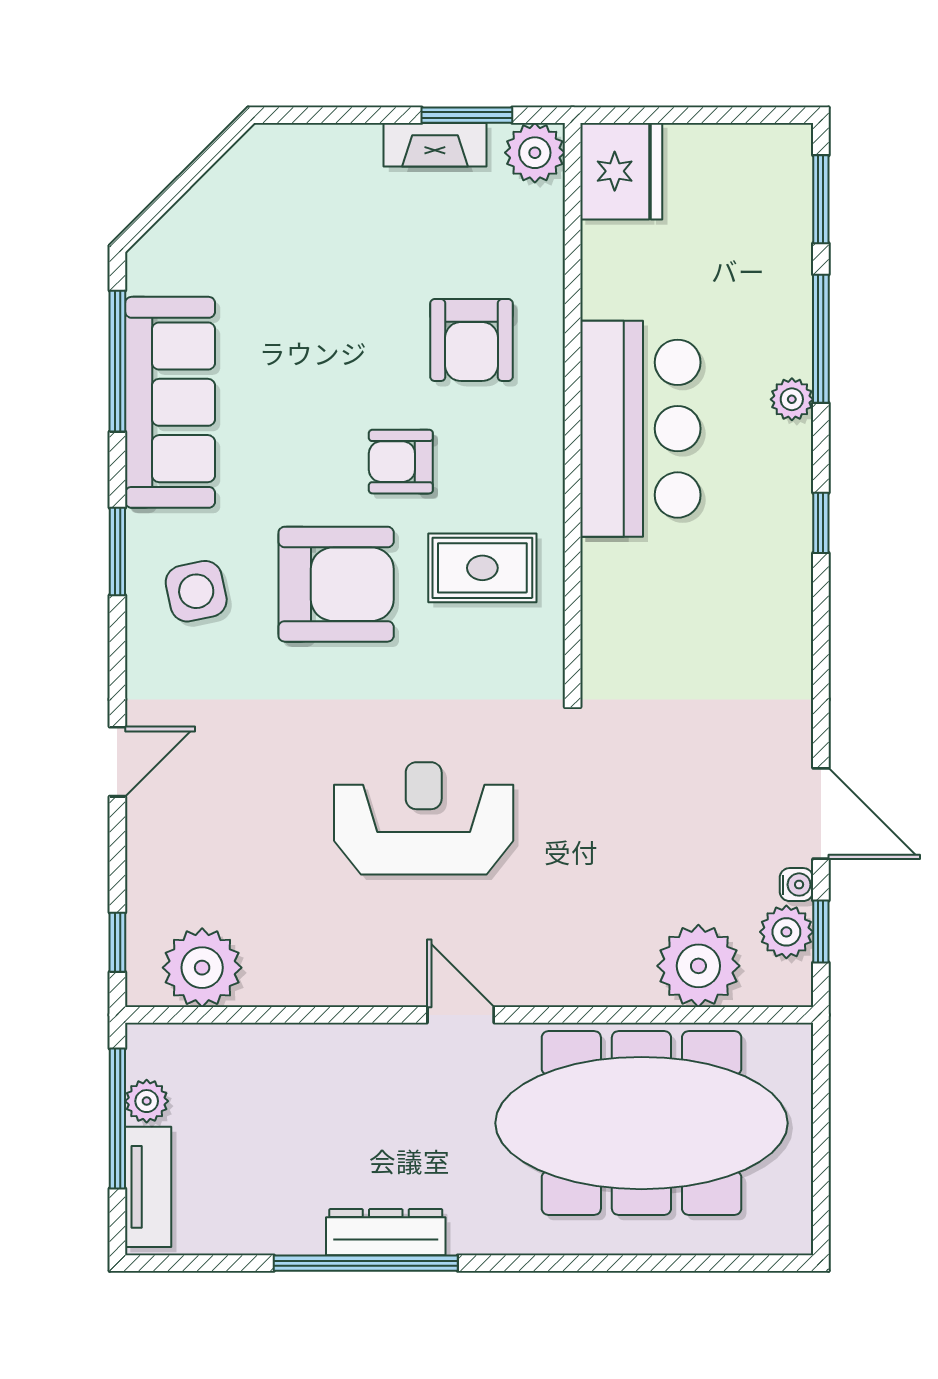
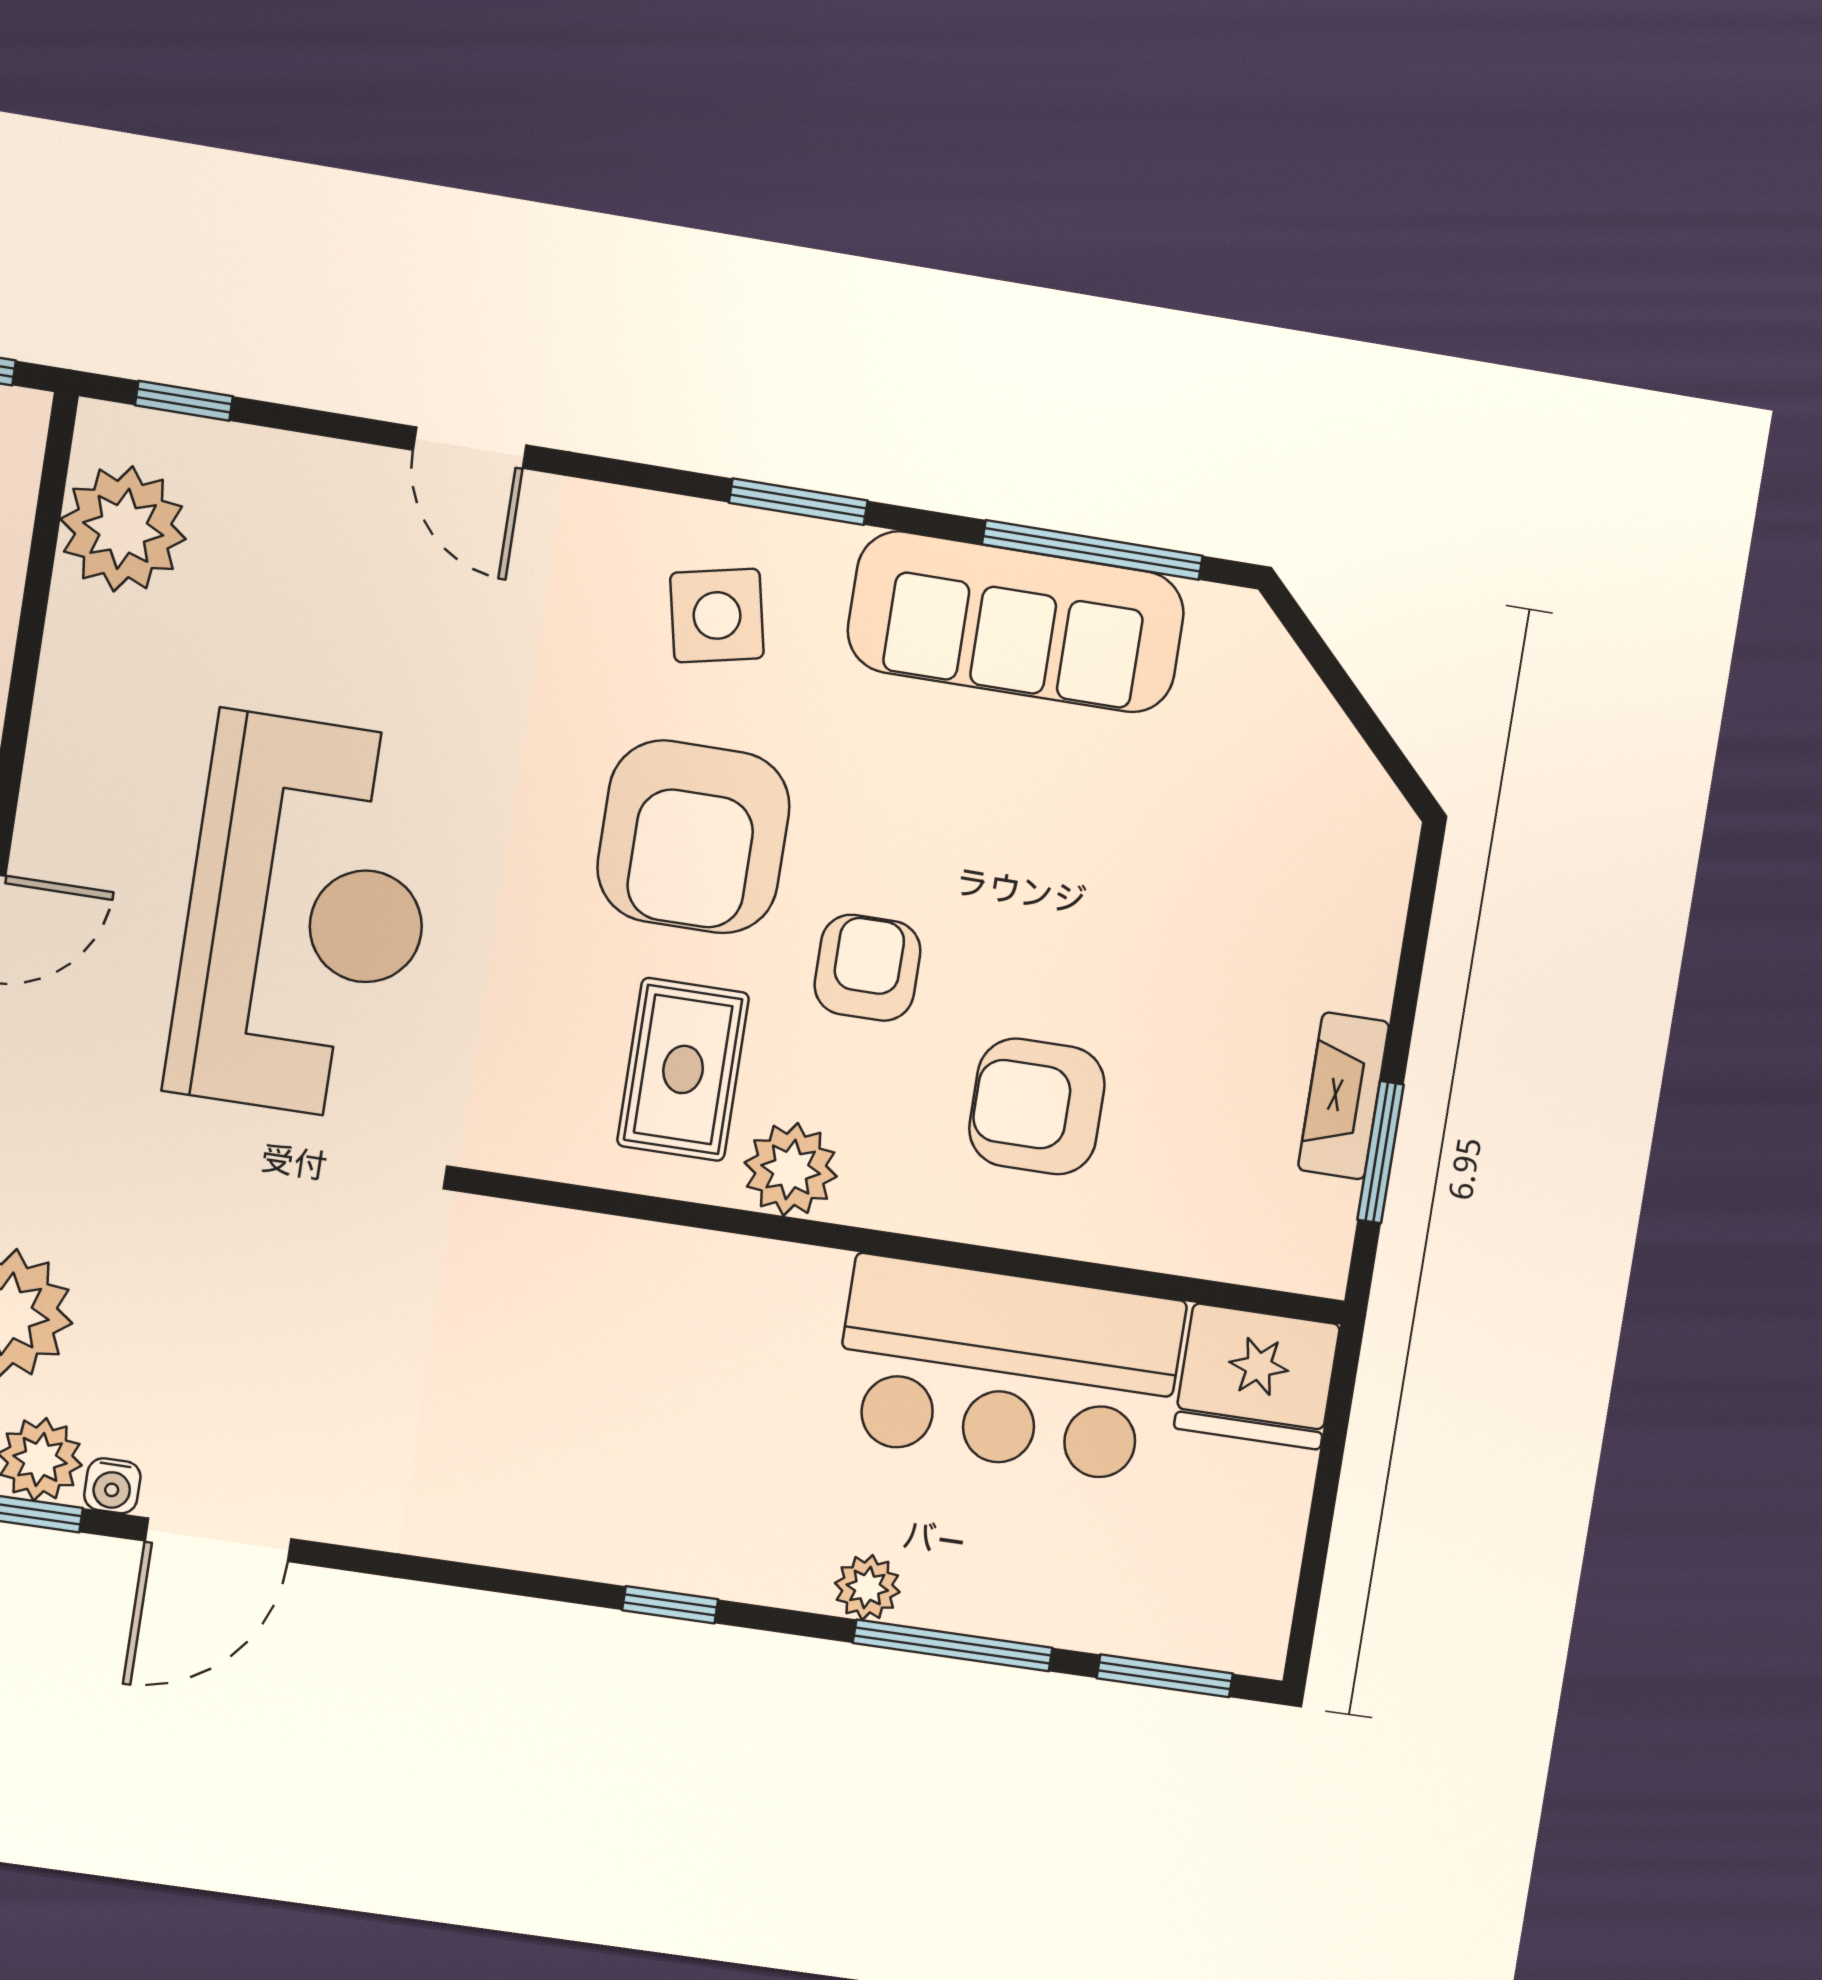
plant: (535, 153) -> (791, 1170), moved
bar counter: (640, 429) -> (1008, 1369), moved
reception desk: (424, 818) -> (306, 917), width x1.36, depth x1.30

